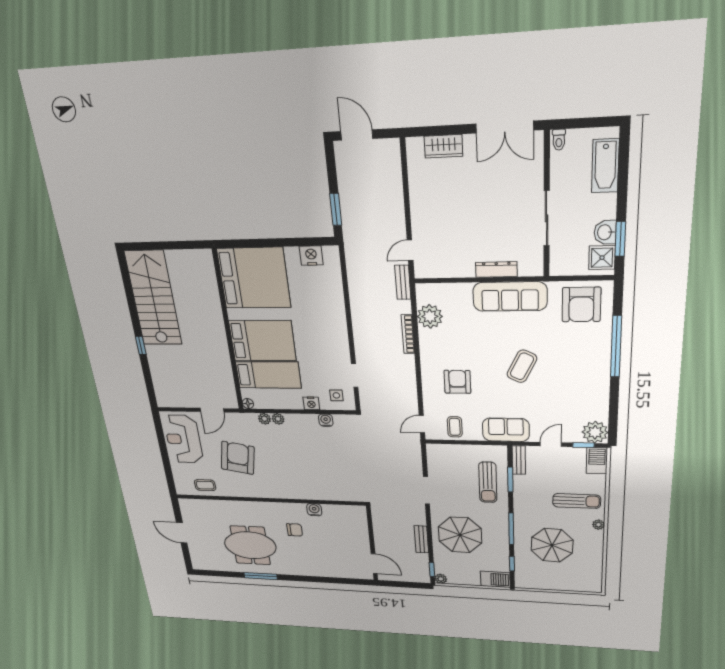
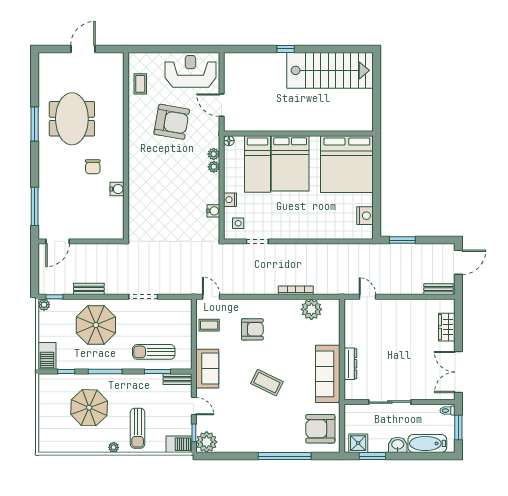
window: (583, 123) -> (458, 427), added
washbasin: (605, 232) -> (398, 445), moved
bench: (403, 282) -> (438, 289), moved
window: (341, 581) -> (35, 206), added

